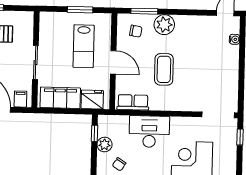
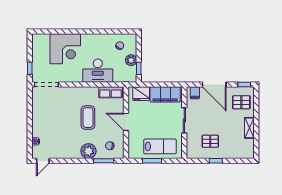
lab bench: (84, 46) -> (160, 146), moved, turned 90

